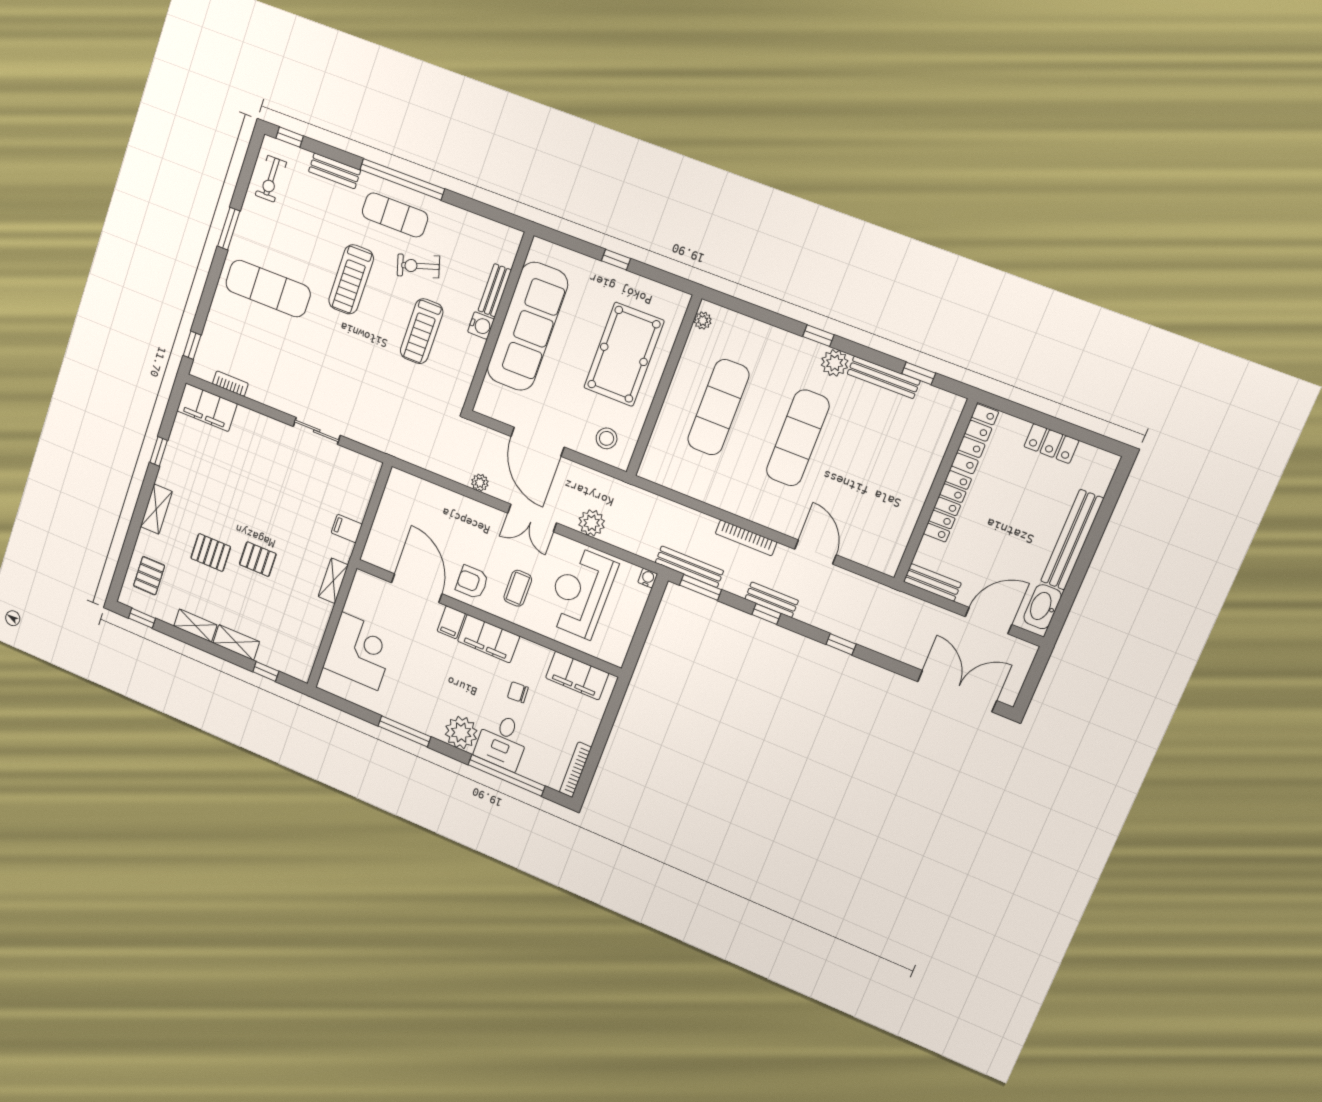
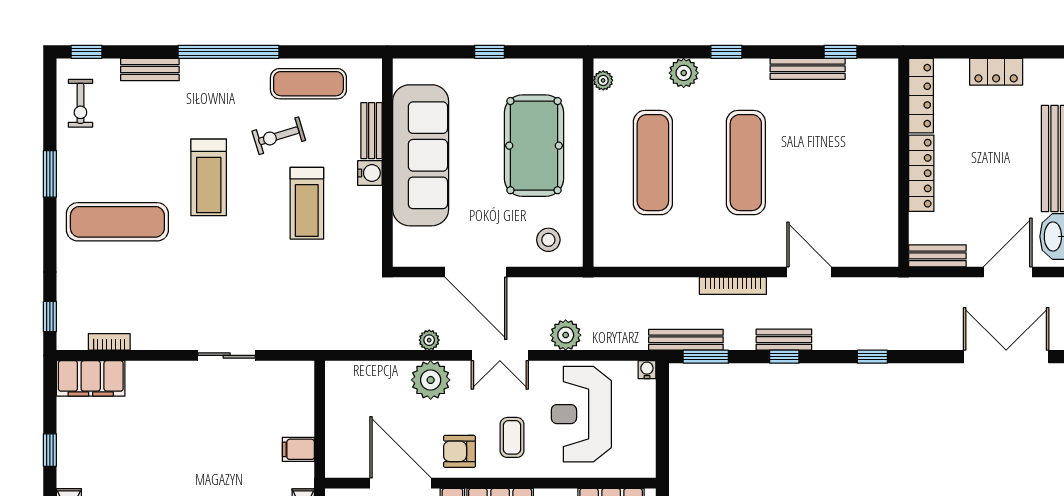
exercise mat: (395, 215) -> (308, 84), moved
plant: (835, 363) -> (684, 73), moved
plant: (470, 515) -> (431, 380), added

